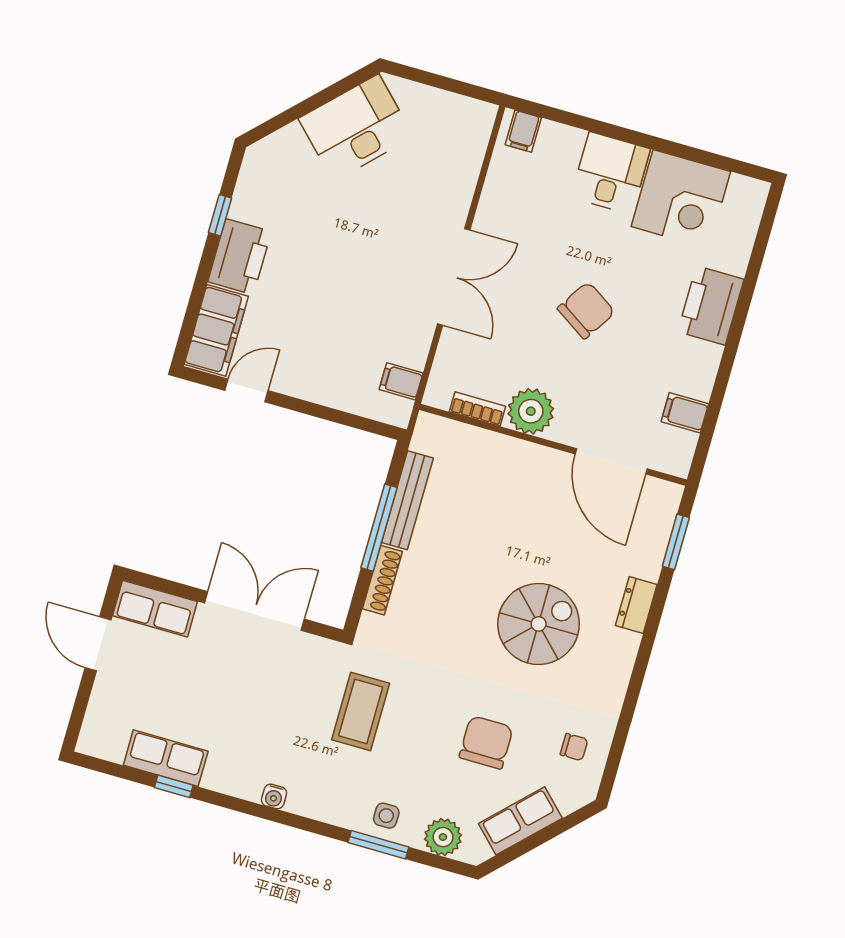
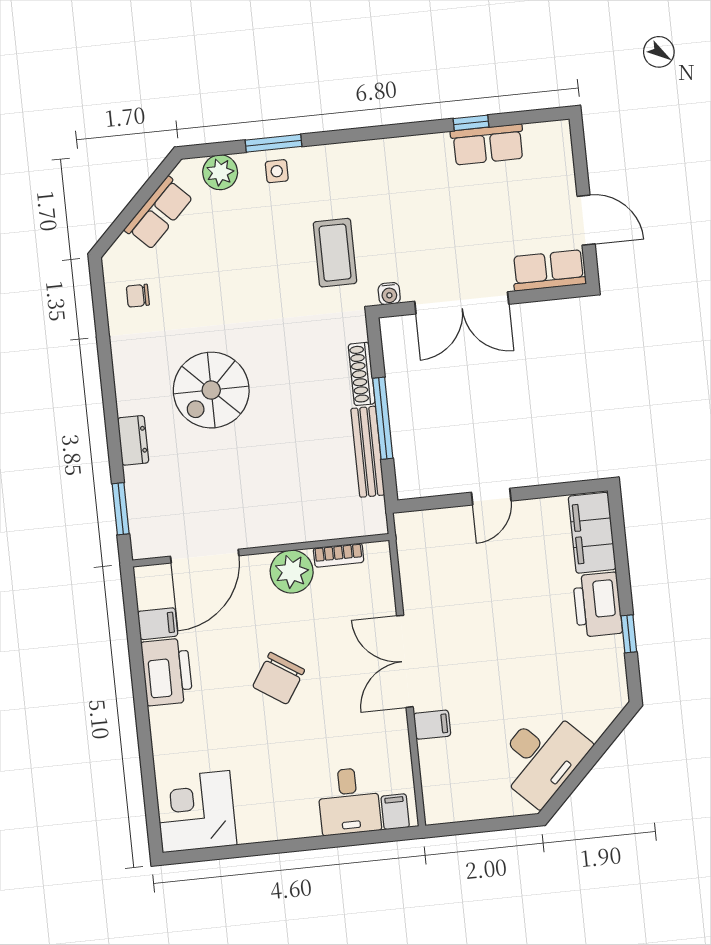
desk: (611, 173) -> (349, 801), moved
corner desk: (681, 199) -> (196, 812), moved
printer: (711, 305) -> (167, 672), moved
filing cabinet: (401, 381) -> (432, 725), moved
door: (246, 391) -> (491, 497), moved
door: (611, 461) -> (205, 556), swing flipped
chair: (486, 742) -> (216, 269), removed
water cooler: (274, 797) -> (389, 294), moved, turned 180

